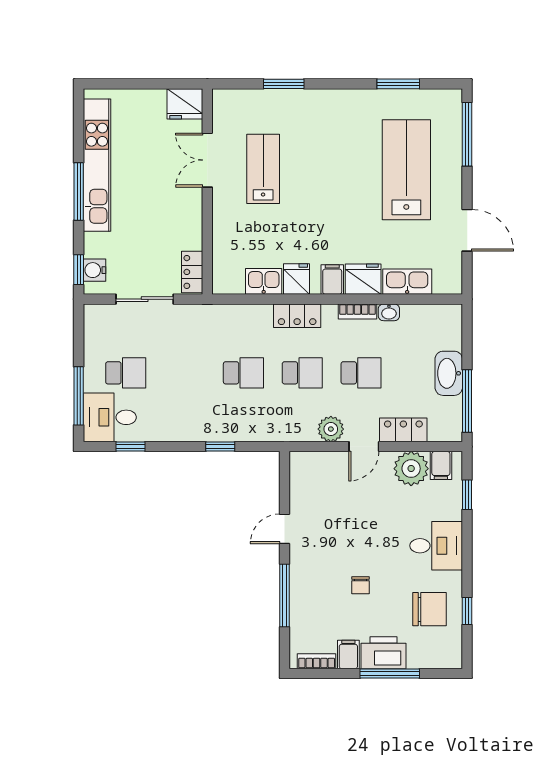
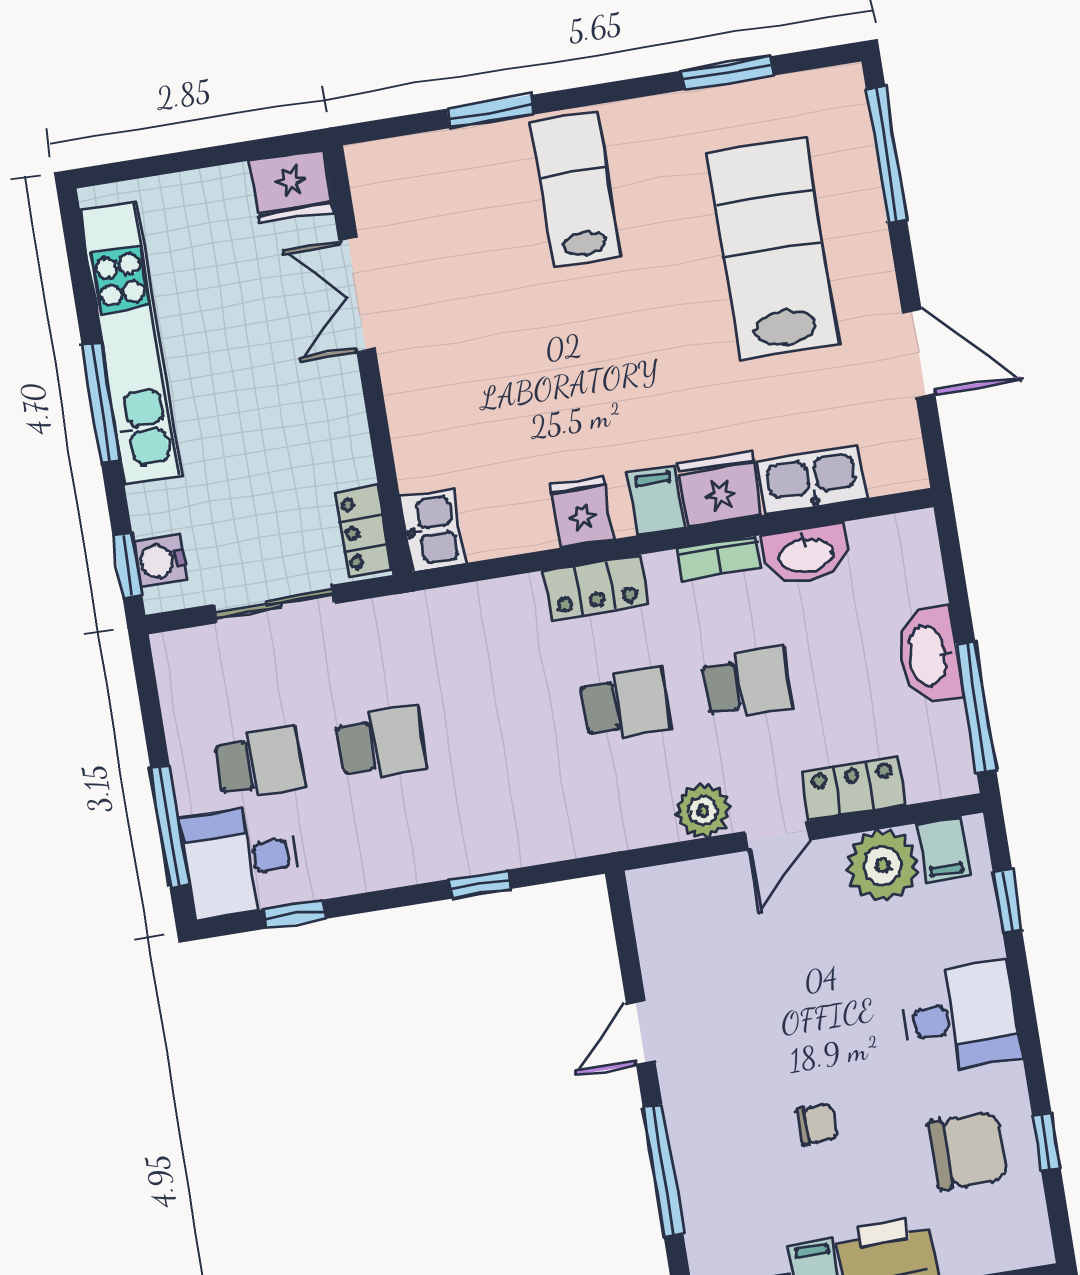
lab bench: (263, 169) -> (576, 189), moved
kitchen sink: (264, 281) -> (433, 530), moved, turned 90
washbasin: (389, 312) -> (806, 554), width x1.91, depth x1.45
school desk: (243, 373) -> (381, 743), moved
chair: (360, 585) -> (817, 1124), turned -90

